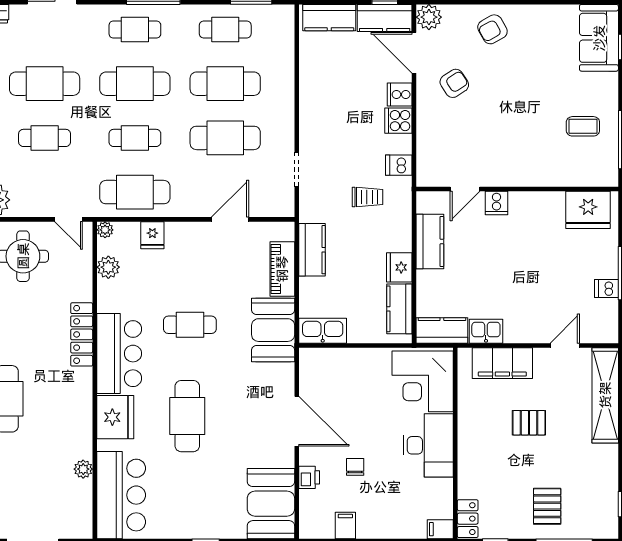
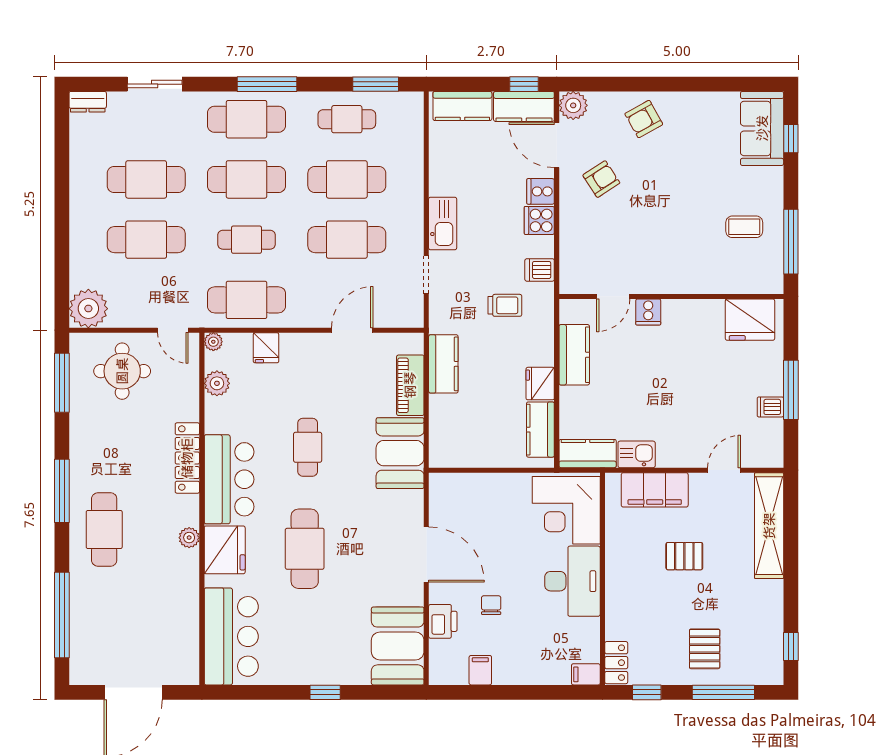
cafe table: (135, 29) -> (246, 119), width x1.37, depth x1.35
cafe table: (45, 138) -> (146, 240), width x1.37, depth x1.35
cafe table: (190, 325) -> (308, 447), turned 90
kitchen sink: (323, 331) -> (443, 223), moved, turned 90
plant: (83, 469) -> (189, 538), moved
printer: (309, 477) -> (443, 621), width x1.36, depth x1.24

